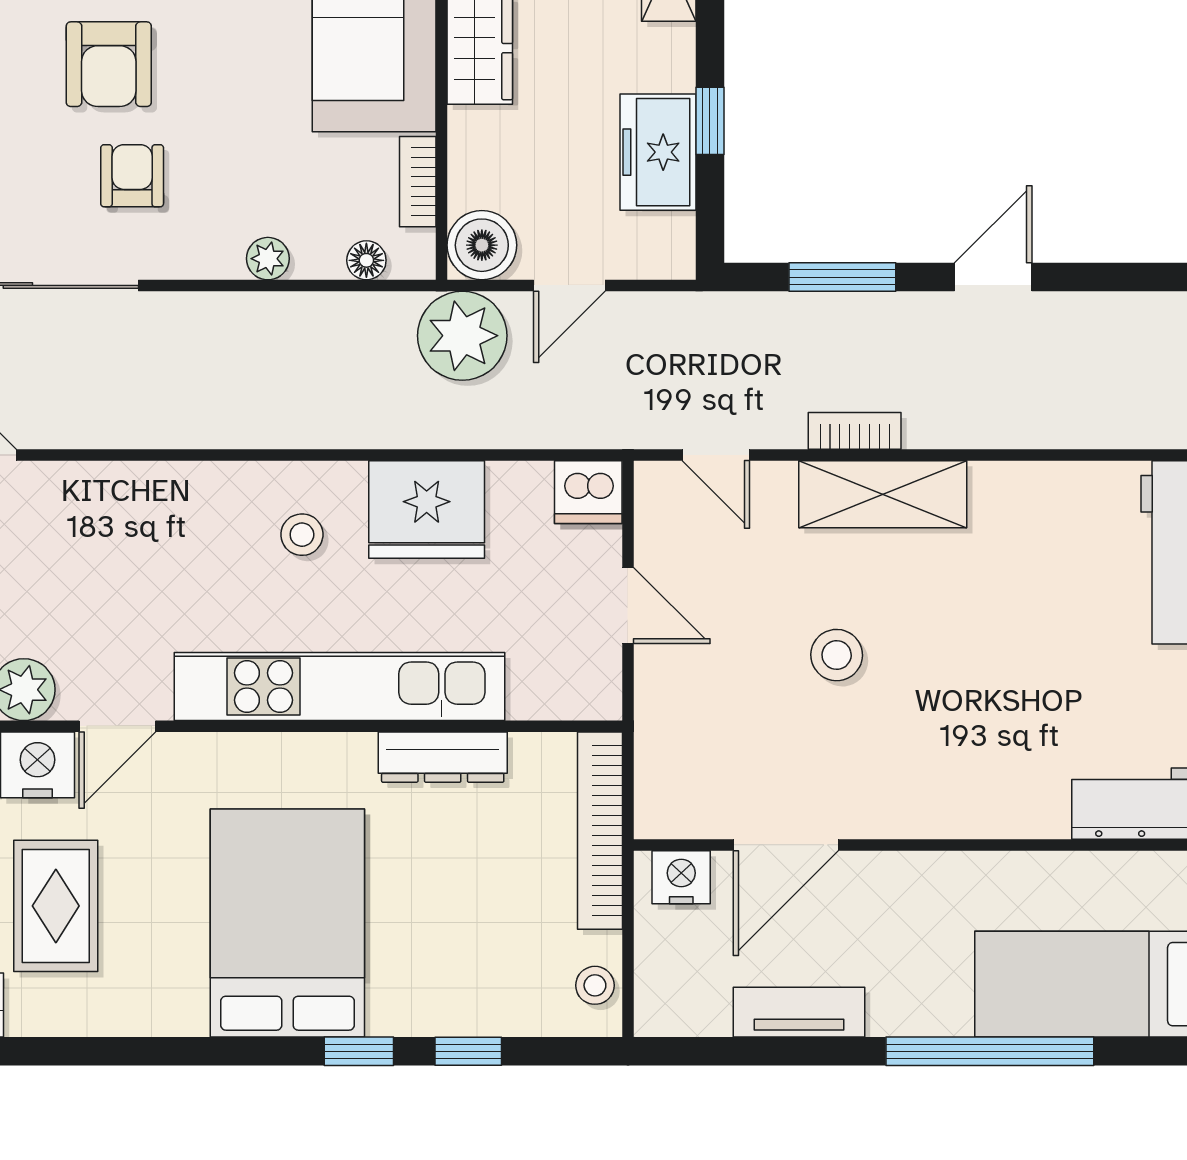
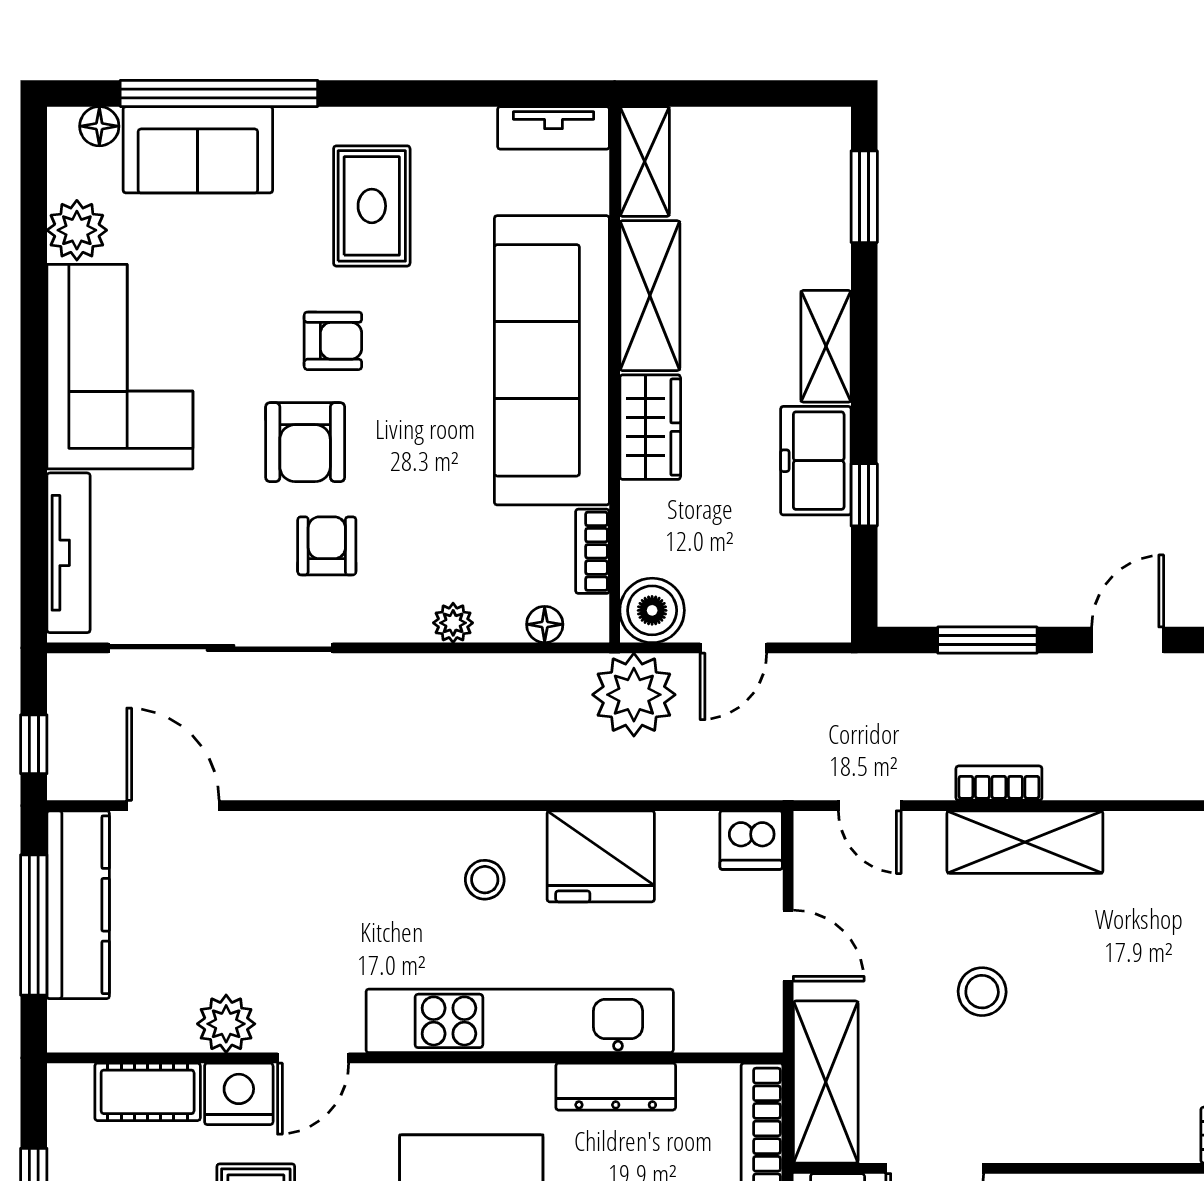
freezer: (658, 152) -> (816, 461), moved
shelving: (669, 752) -> (826, 1082), added

